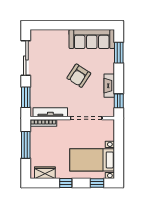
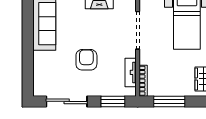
armchair: (79, 76) -> (86, 60), moved, turned -123
tv unit: (50, 112) -> (131, 72), width x0.71

